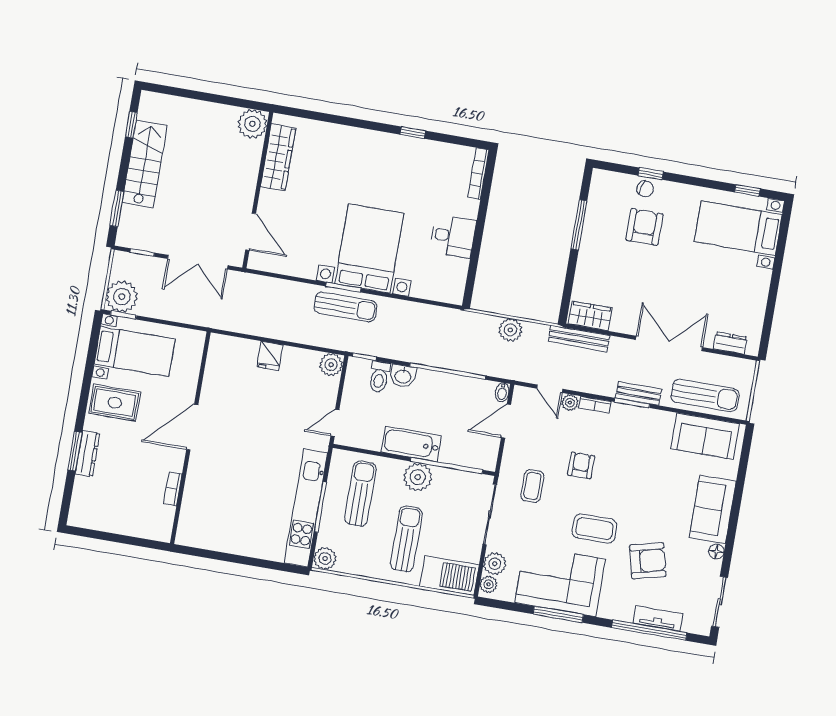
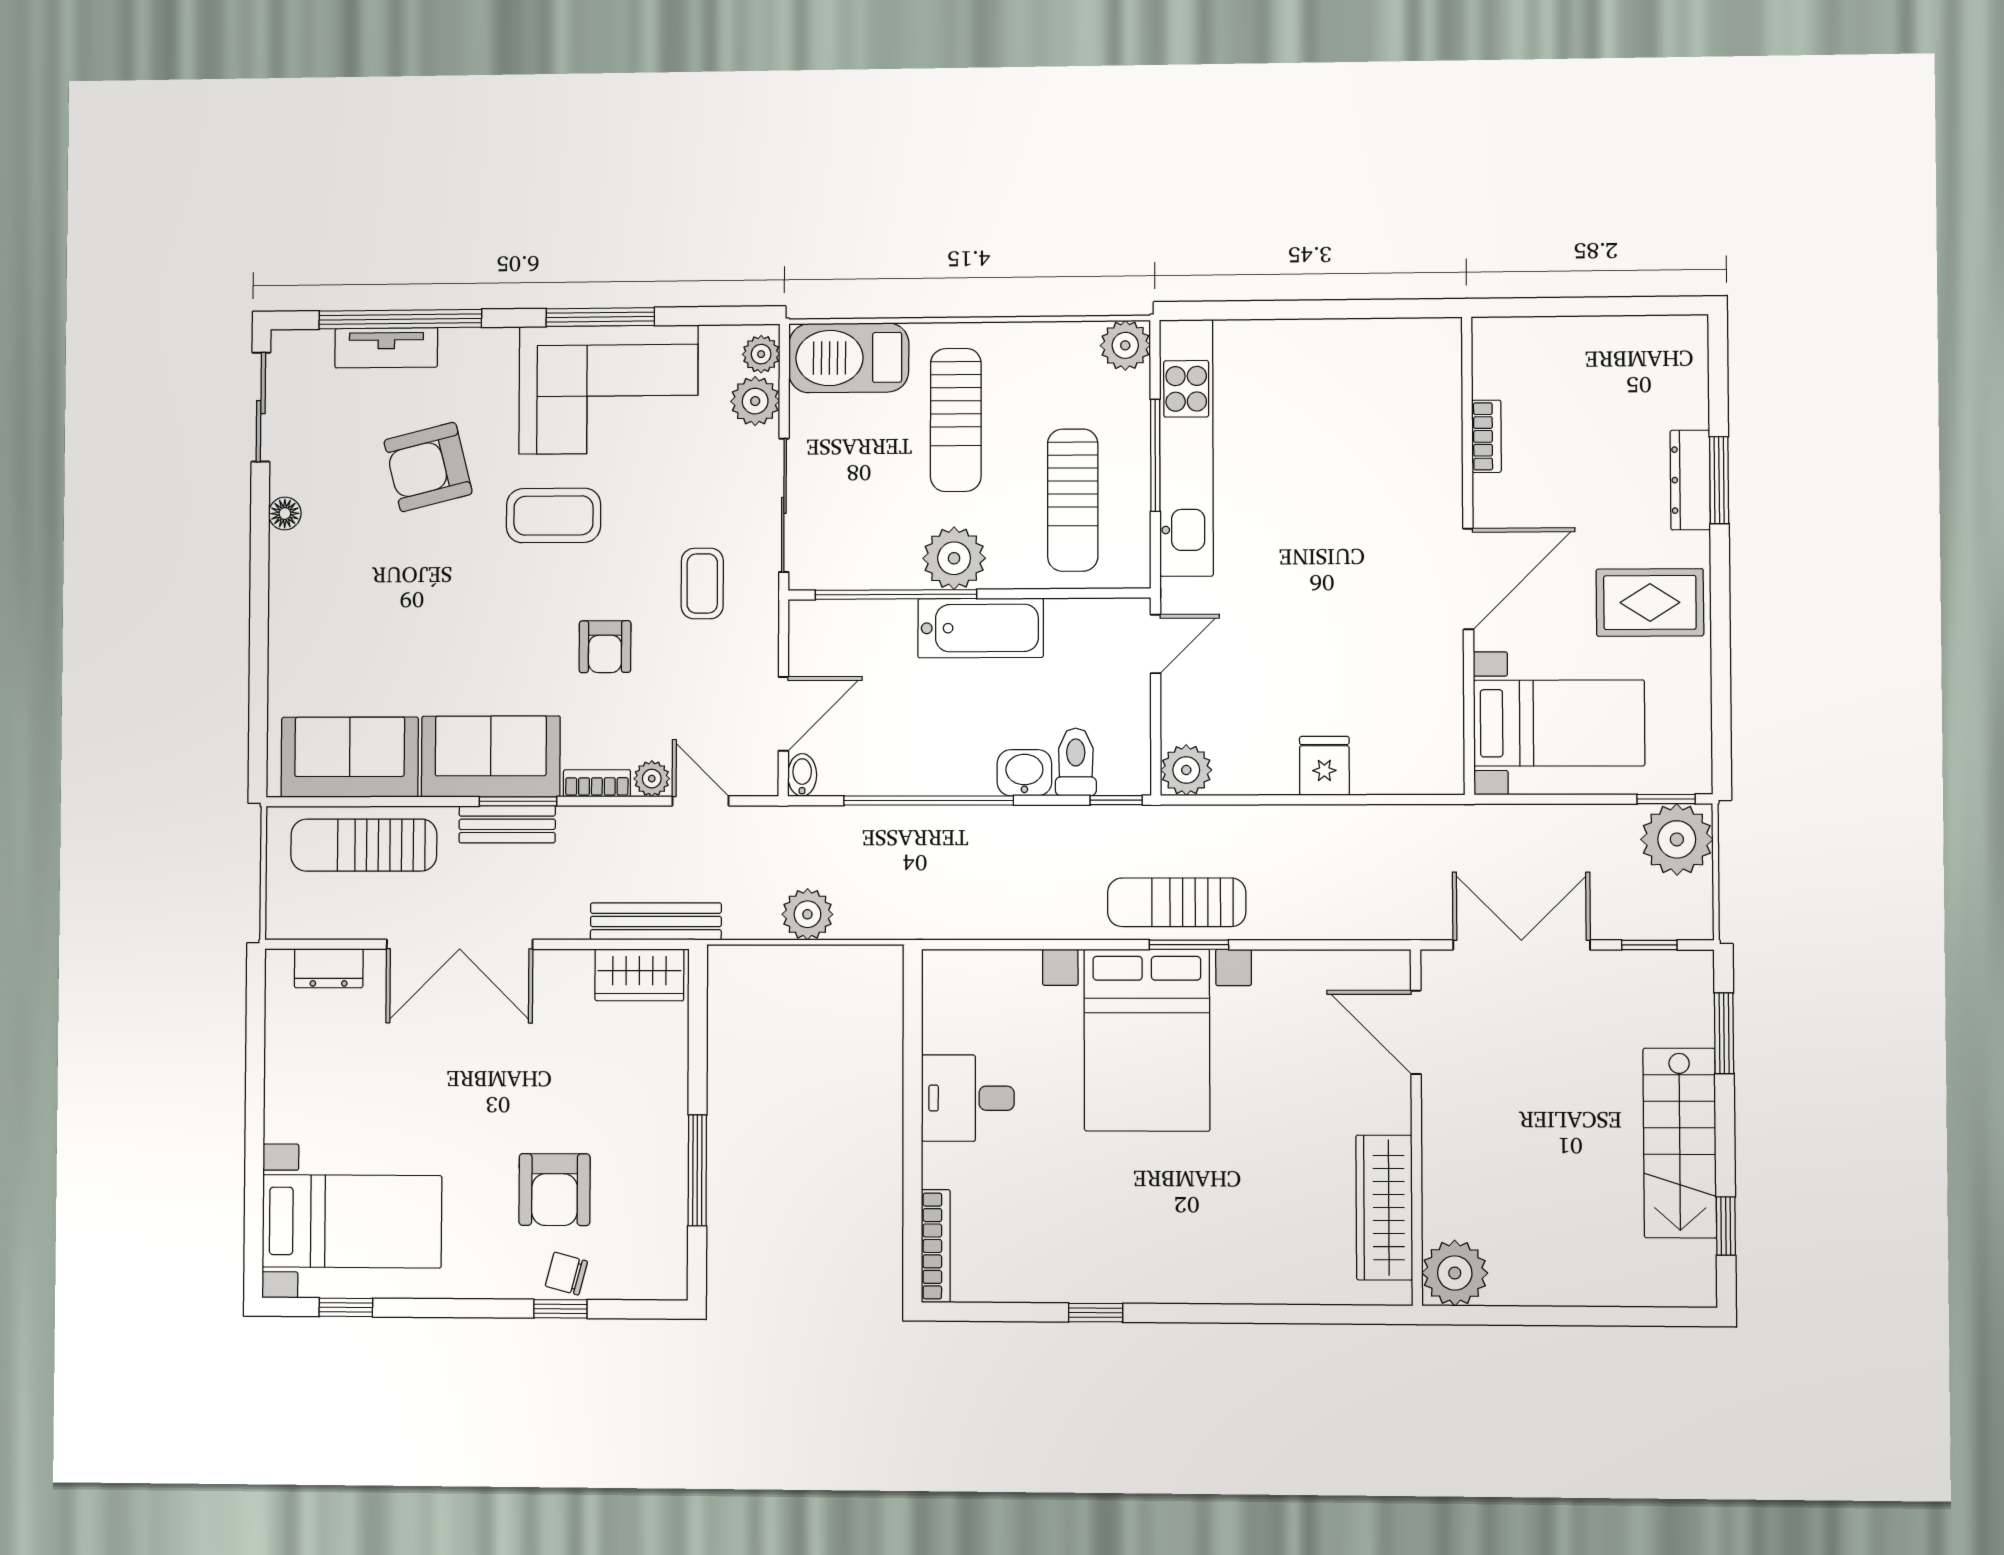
bed with nightstands: (135, 352) -> (1559, 723), moved, turned 180
sofa: (713, 509) -> (491, 756), moved, turned -90

